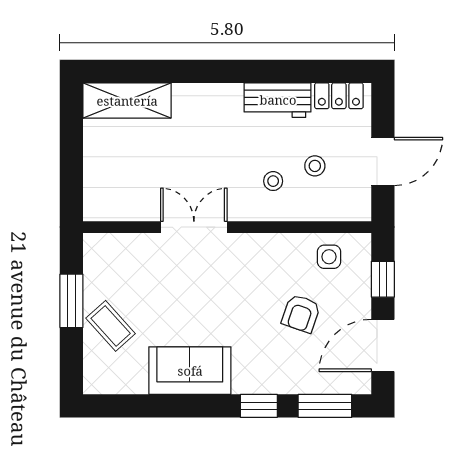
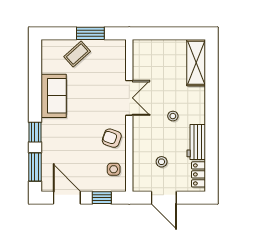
stool: (273, 181) -> (173, 116), moved
armchair: (301, 314) -> (112, 138), moved

